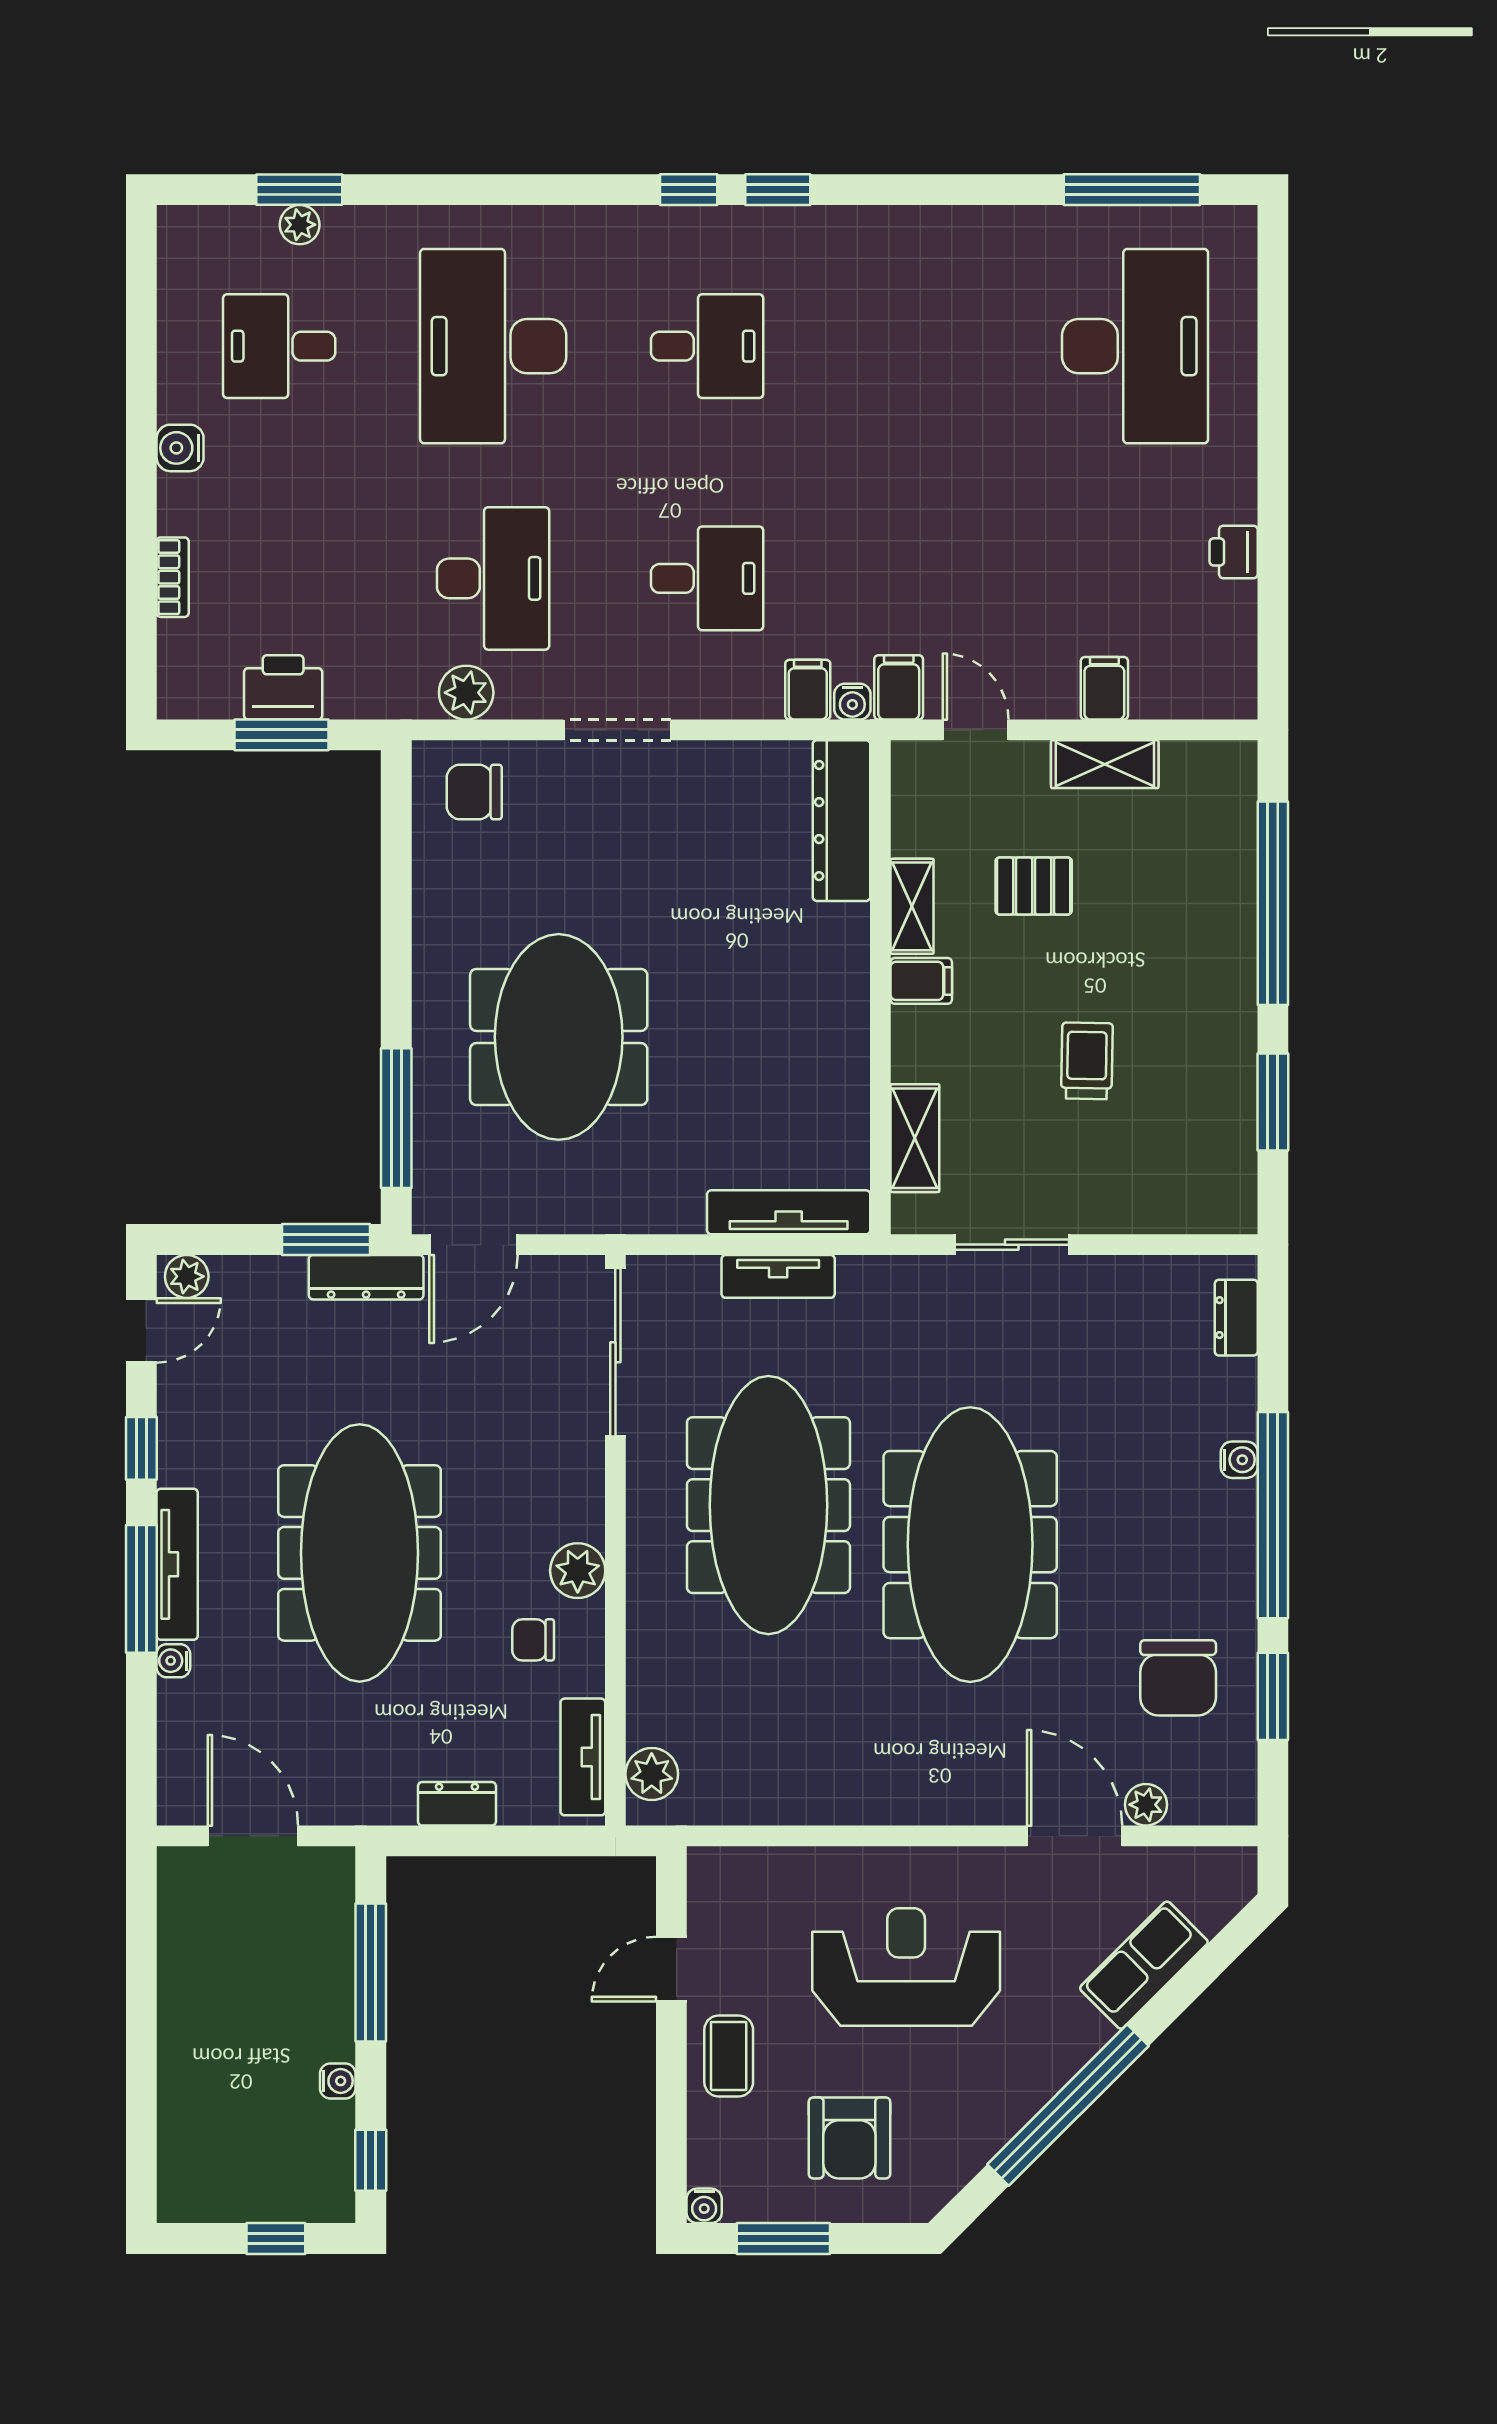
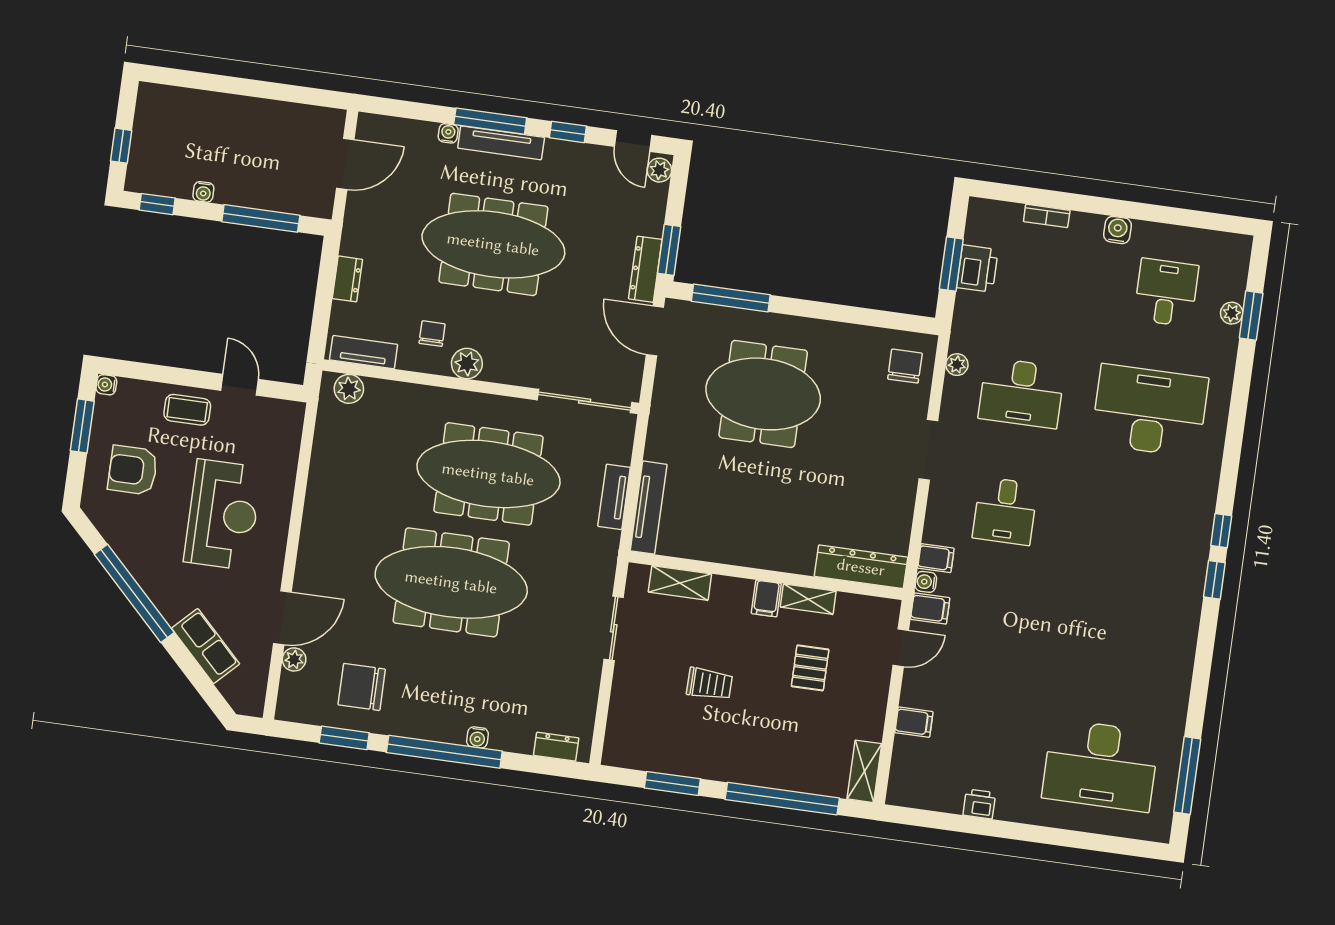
desk: (707, 346) -> (1133, 529), removed
plant: (466, 693) -> (957, 365), width x0.73, depth x0.73
shelving: (1105, 764) -> (864, 771), moved

